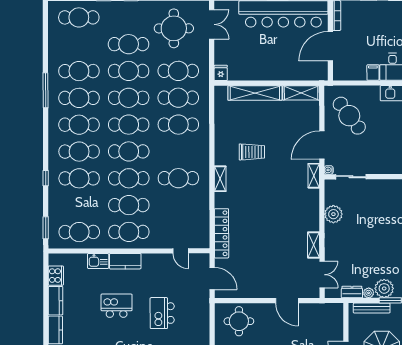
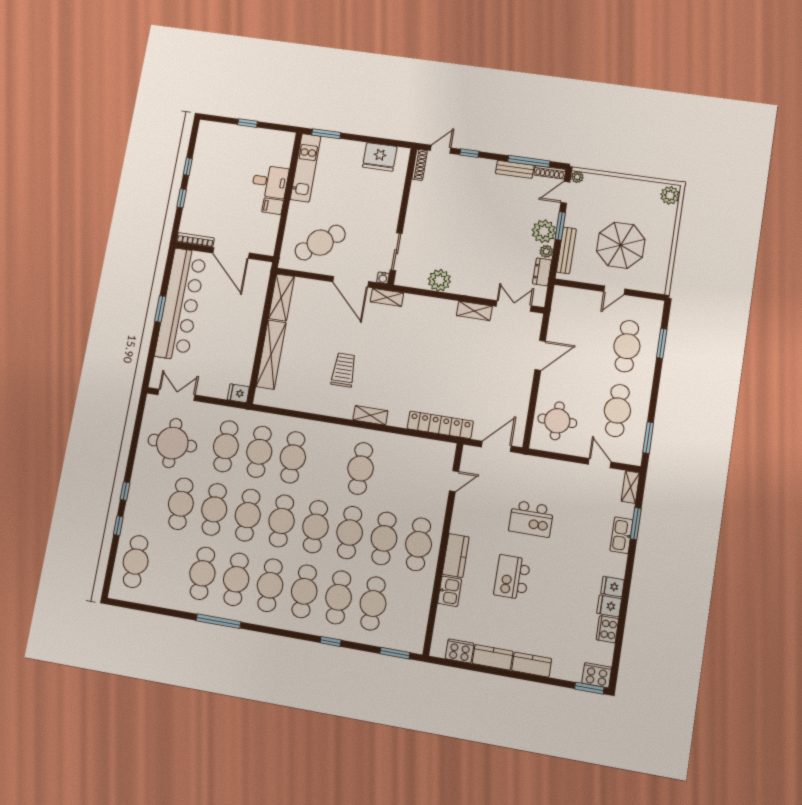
cafe table: (79, 232) -> (373, 603), moved

